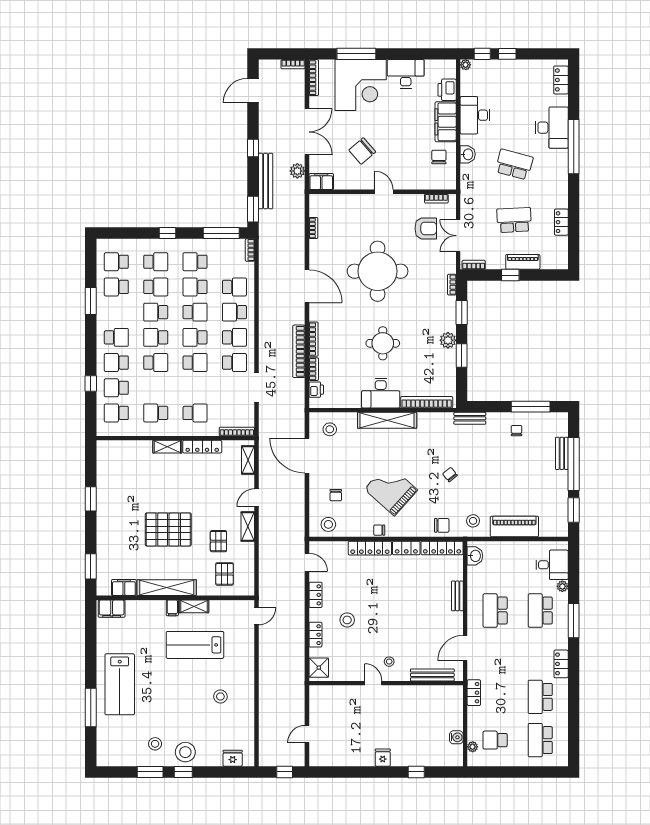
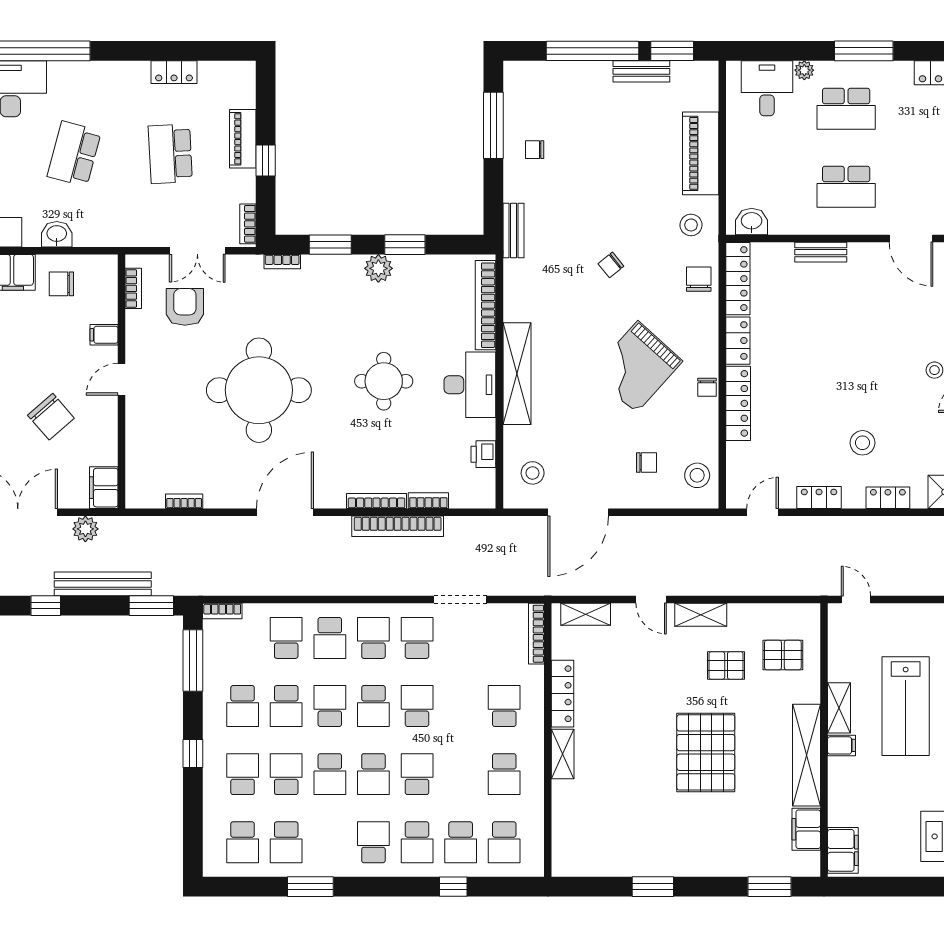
filing cabinet: (410, 182) -> (104, 335), added
printer: (316, 390) -> (483, 454), moved, turned -90
bench: (562, 453) -> (641, 71), moved

